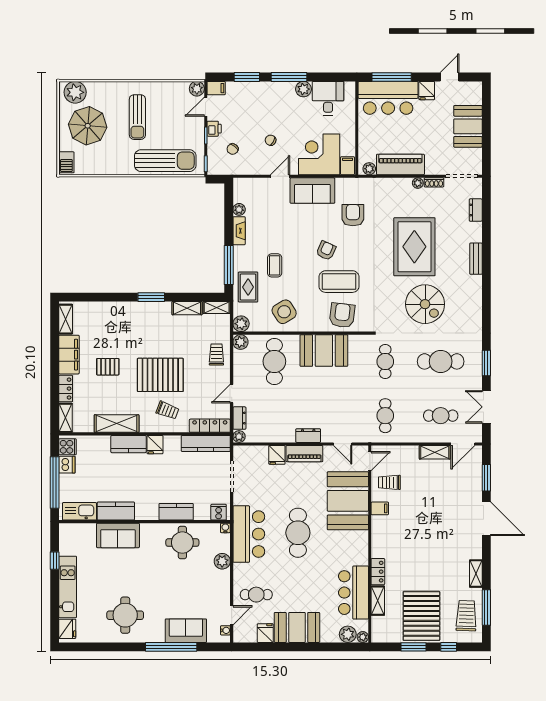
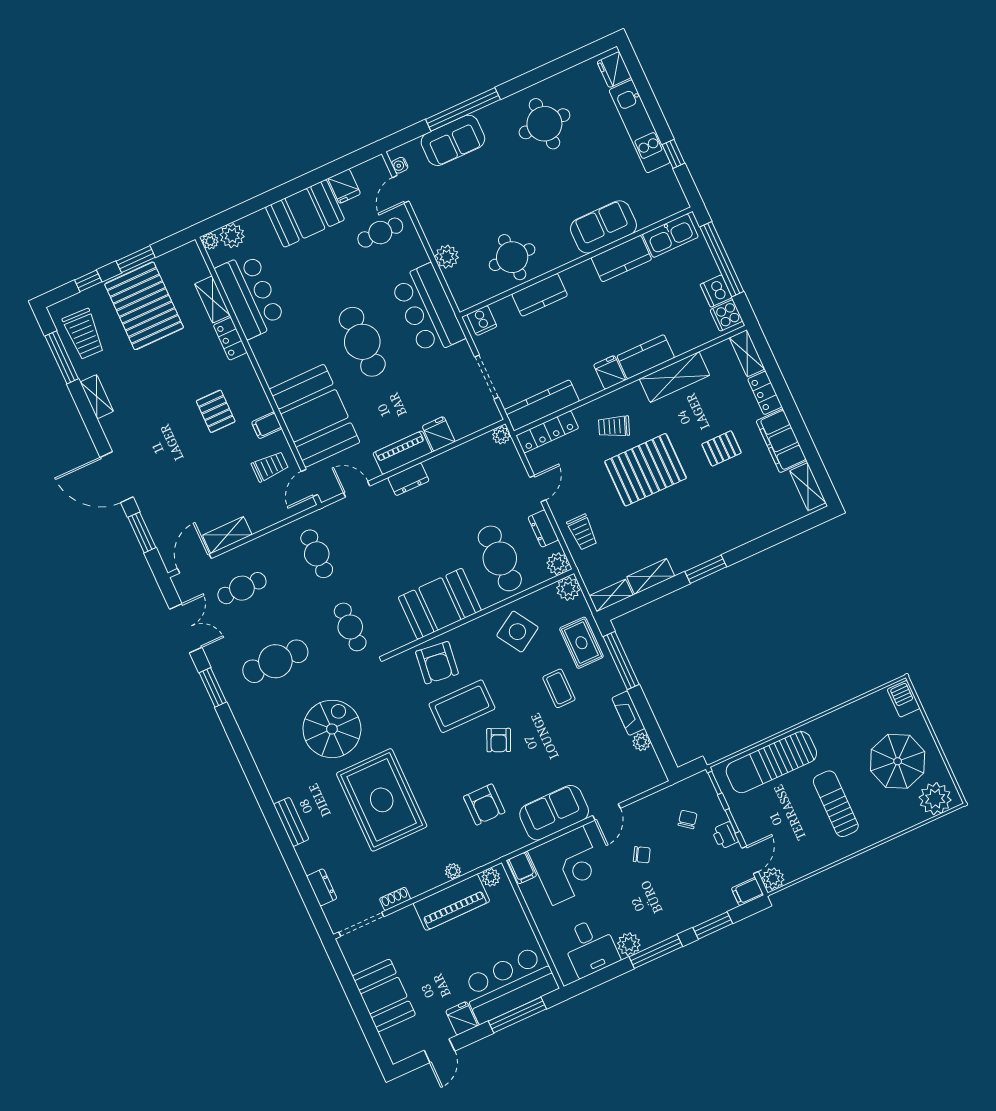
plant: (418, 183) -> (453, 871), moved
spiral stairs: (425, 304) -> (332, 729), turned 90
dresser: (239, 418) -> (543, 529), moved
water cooler: (225, 528) -> (463, 303), removed
pallet: (407, 531) -> (216, 411), added

